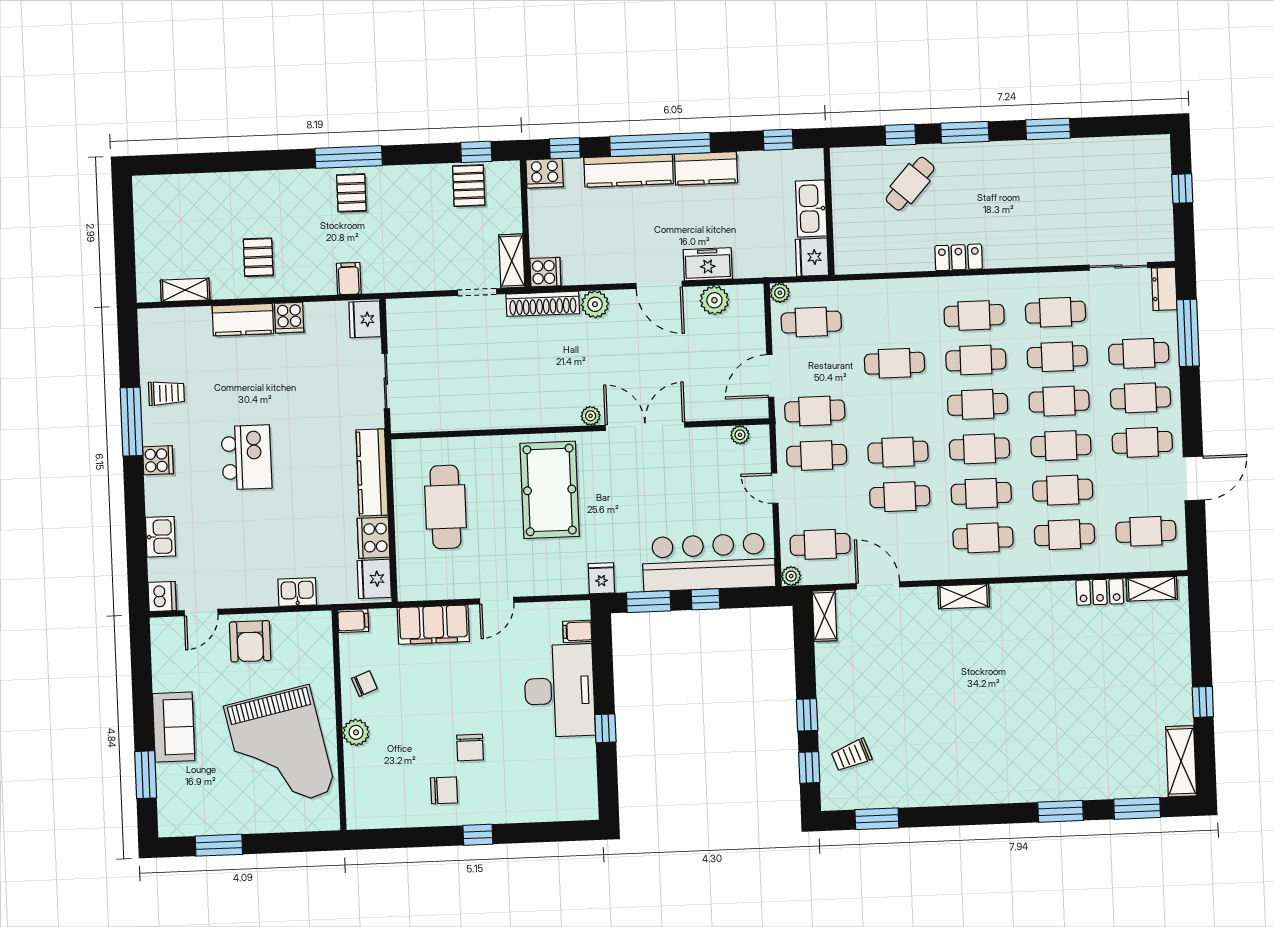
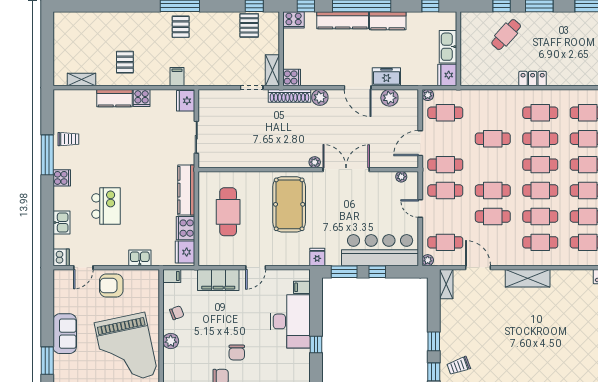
kitchen island: (246, 457) -> (106, 206), moved
shelving: (964, 596) -> (528, 278), width x1.50, depth x1.33
armchair: (250, 641) -> (111, 285), turned 90

